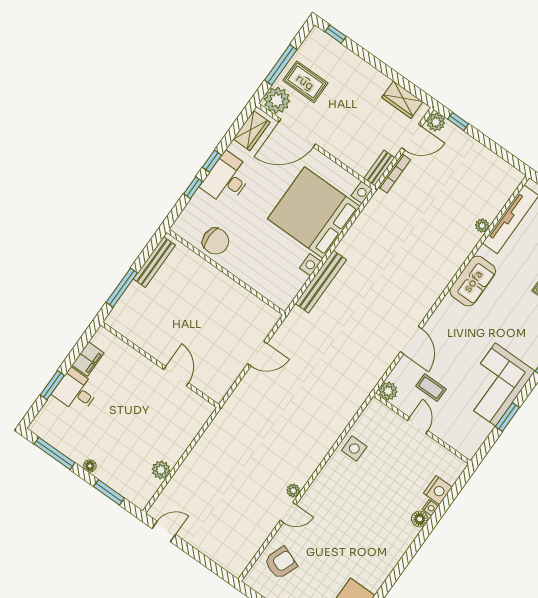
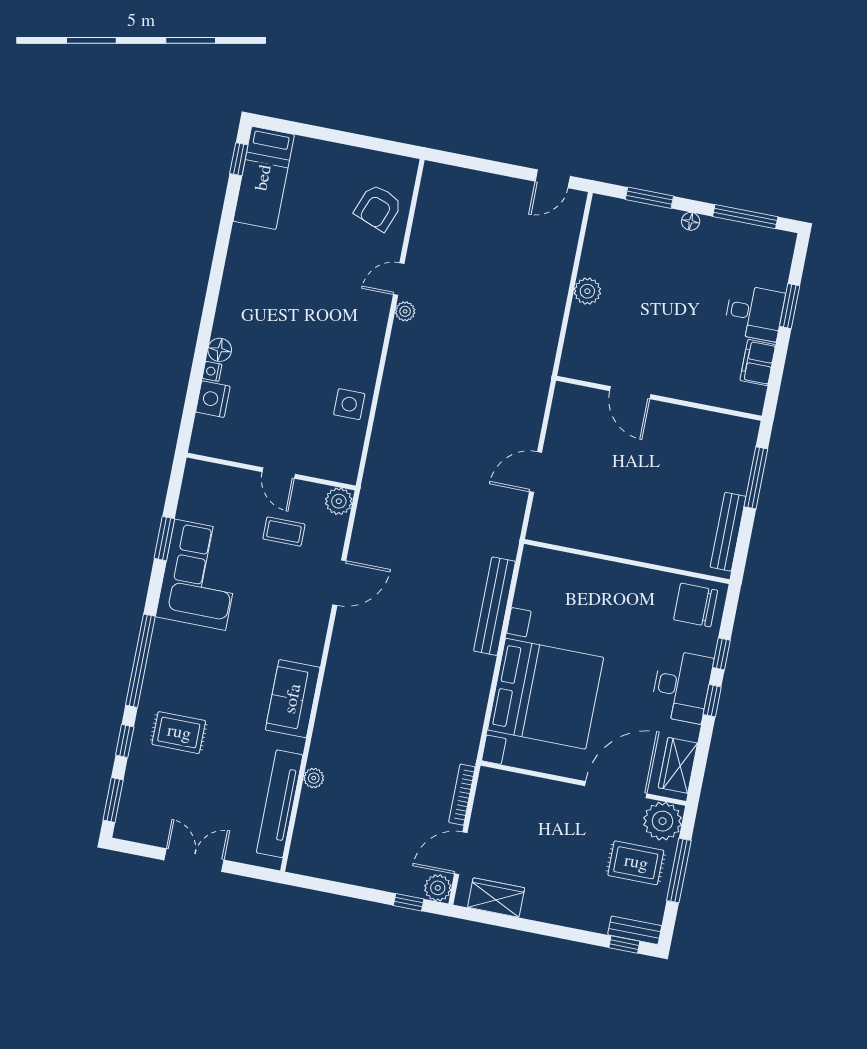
bench: (379, 168) -> (635, 930), moved, turned 90
chair: (216, 241) -> (696, 605), moved
door: (411, 340) -> (339, 583), swing flipped
plant: (161, 470) -> (587, 291), moved

